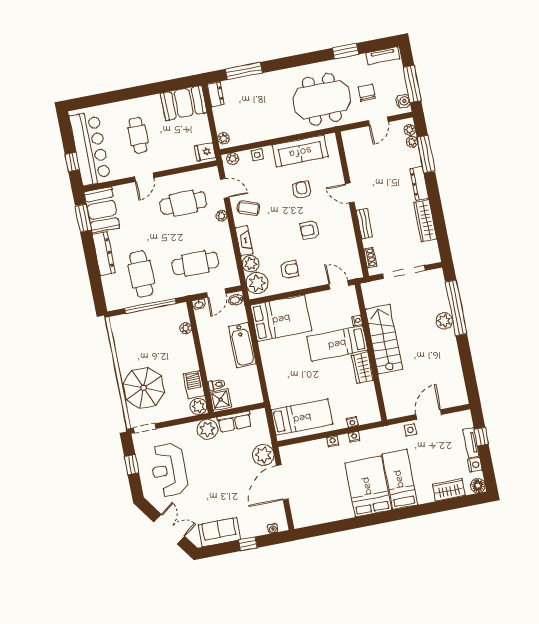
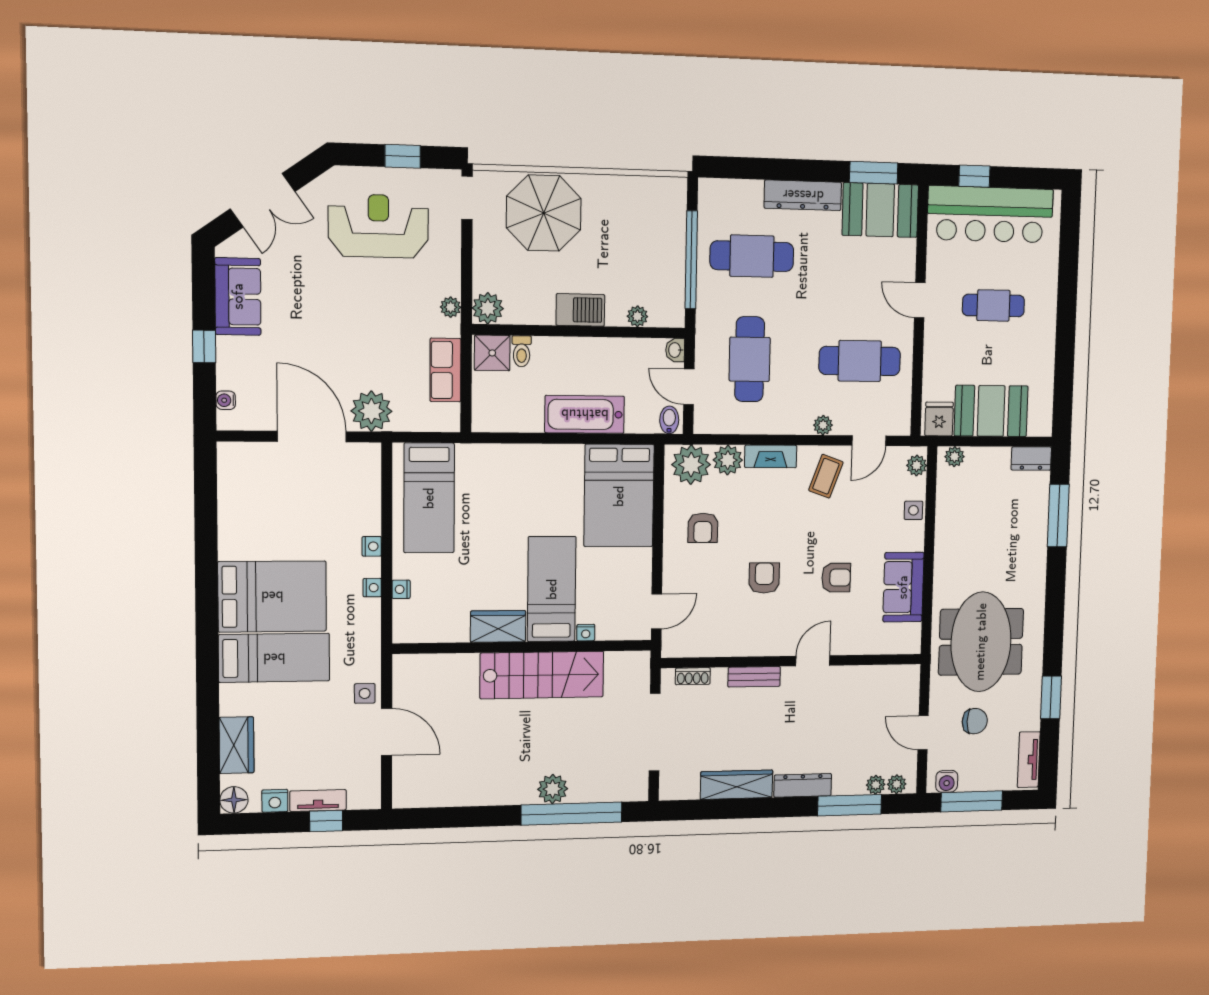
booth: (184, 103) -> (991, 411), moved, turned 90
sofa: (300, 151) -> (903, 587), width x0.73
cafe table: (183, 203) -> (860, 361), turned 90
barbecue: (194, 385) -> (580, 310), moved
plant: (207, 429) -> (451, 307), width x0.53, depth x0.53

